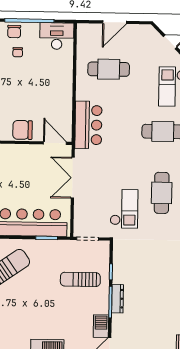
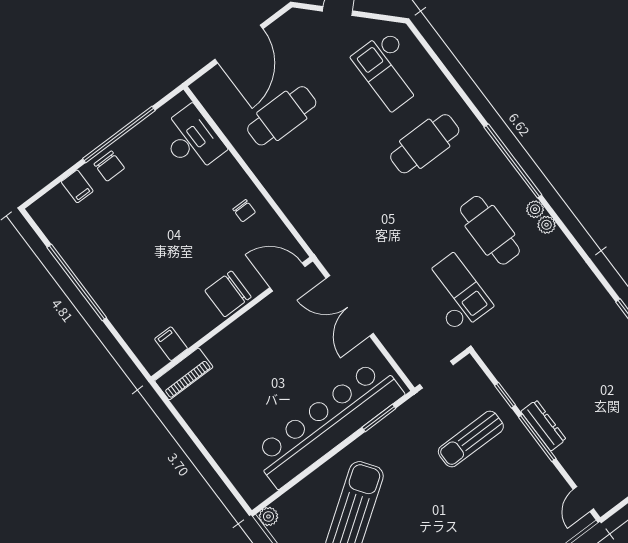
door: (115, 22) -> (239, 44), width x1.36
desk: (57, 36) -> (192, 140), moved, turned 90
chair: (18, 52) -> (244, 211), moved
bar counter: (88, 125) -> (314, 215), removed
barbecue: (101, 326) -> (550, 482), removed

